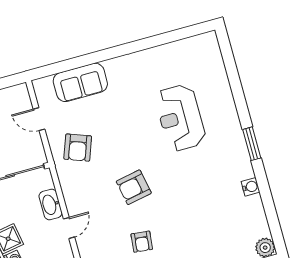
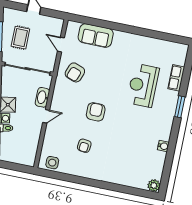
row of seats: (221, 84) -> (176, 78), added
window: (252, 144) -> (180, 107), moved
armchair: (134, 187) -> (96, 112), turned 101

